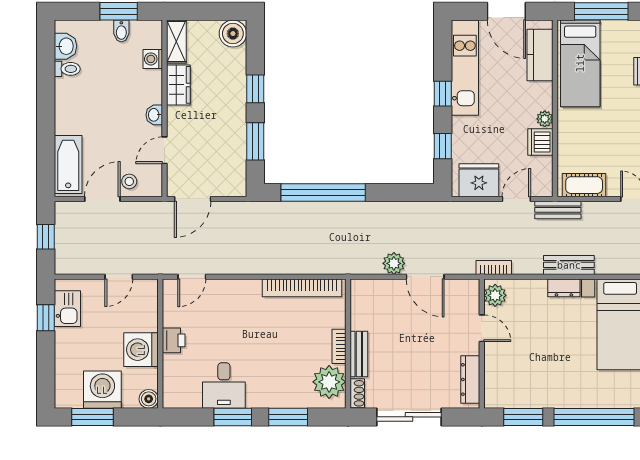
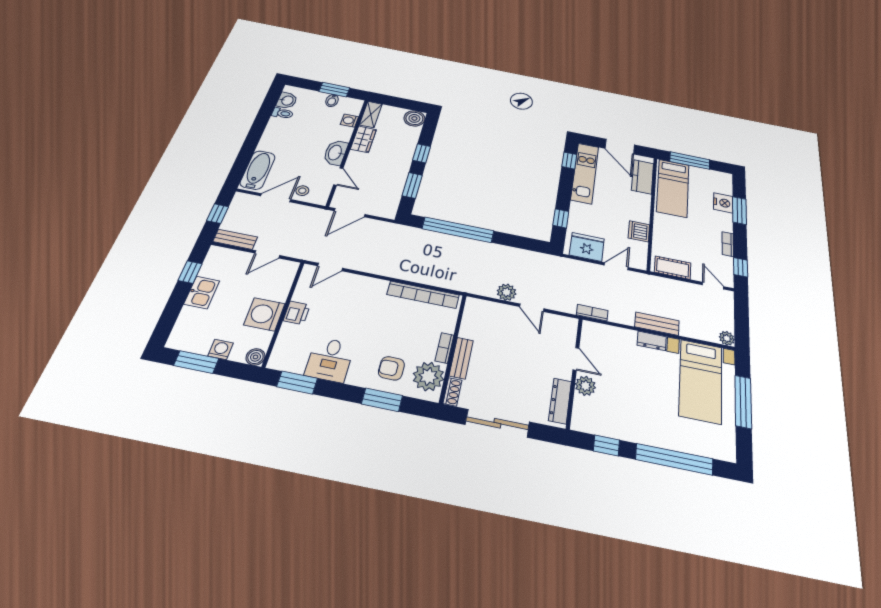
window: (443, 94) -> (569, 160), moved
washbasin: (154, 115) -> (335, 153), width x1.91, depth x1.45
plant: (545, 119) -> (643, 217), removed
door: (165, 150) -> (338, 177), swing flipped
bench: (558, 210) -> (235, 239), moved
door: (425, 277) -> (532, 308), width x0.73
plant: (495, 295) -> (585, 386), moved
kitchen sink: (67, 309) -> (202, 292), moved
armchair: (289, 381) -> (391, 368), added
washing machine: (102, 390) -> (221, 349), width x0.53, depth x0.53
window: (233, 417) -> (297, 383), moved
window: (523, 417) -> (607, 445), width x0.67

